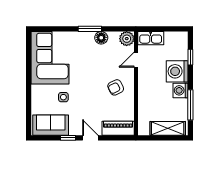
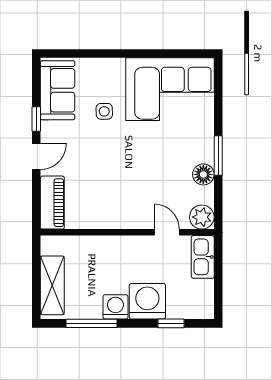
armchair: (116, 87) -> (120, 199), removed

